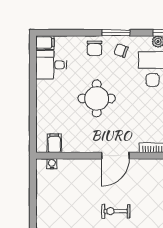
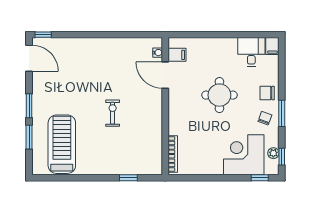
door: (115, 156) -> (165, 75), moved

